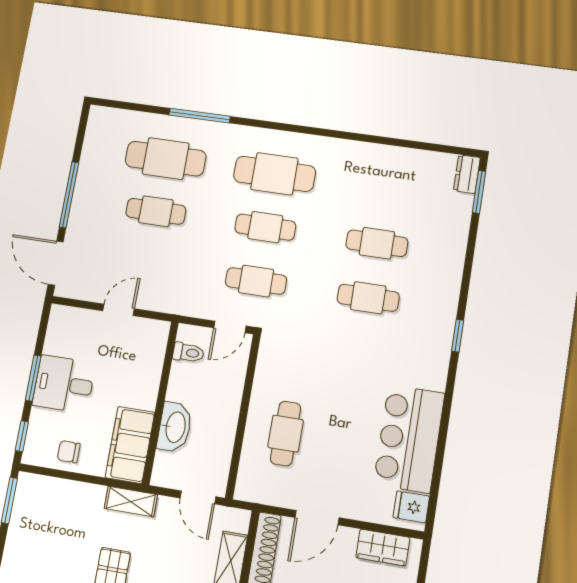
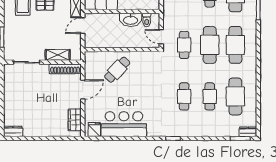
cafe table: (385, 189) -> (235, 96), added
cafe table: (265, 227) -> (210, 45), width x1.37, depth x1.35
washbasin: (175, 427) -> (131, 20), moved
cafe table: (286, 434) -> (117, 70), turned -46
door: (198, 497) -> (83, 26), moved
door: (317, 518) -> (83, 89), swing flipped

